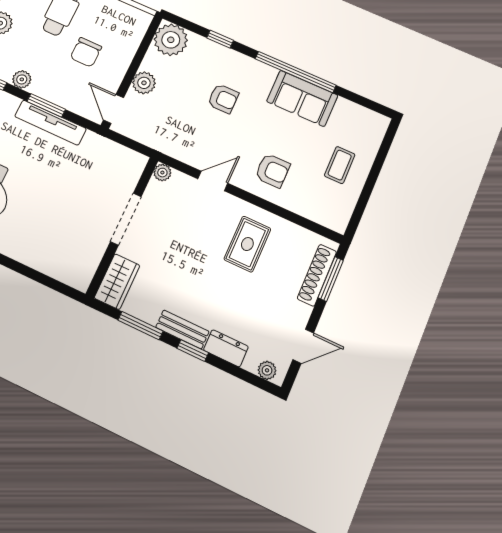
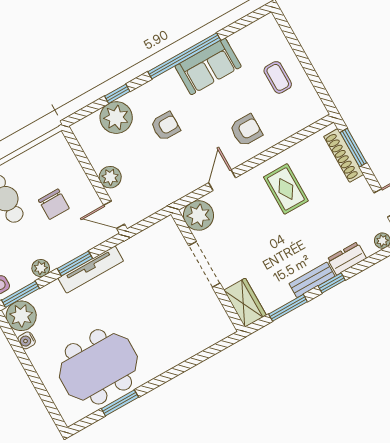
plant: (171, 40) -> (116, 118), moved
plant: (162, 173) -> (199, 215), width x1.88, depth x1.88

